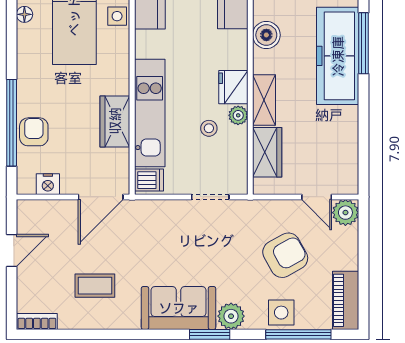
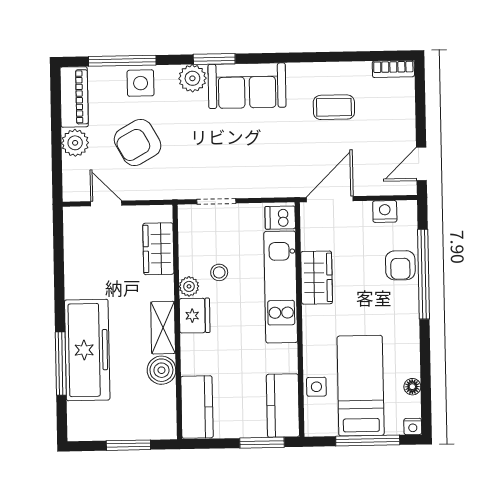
shelving: (264, 100) -> (163, 328), moved
plant: (345, 213) -> (75, 143), moved
door: (12, 250) -> (421, 164), moved

